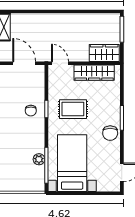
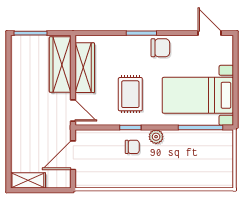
wardrobe: (104, 53) -> (60, 65), width x1.50
door: (60, 63) -> (73, 110), swing flipped
plant: (39, 159) -> (156, 137), moved

